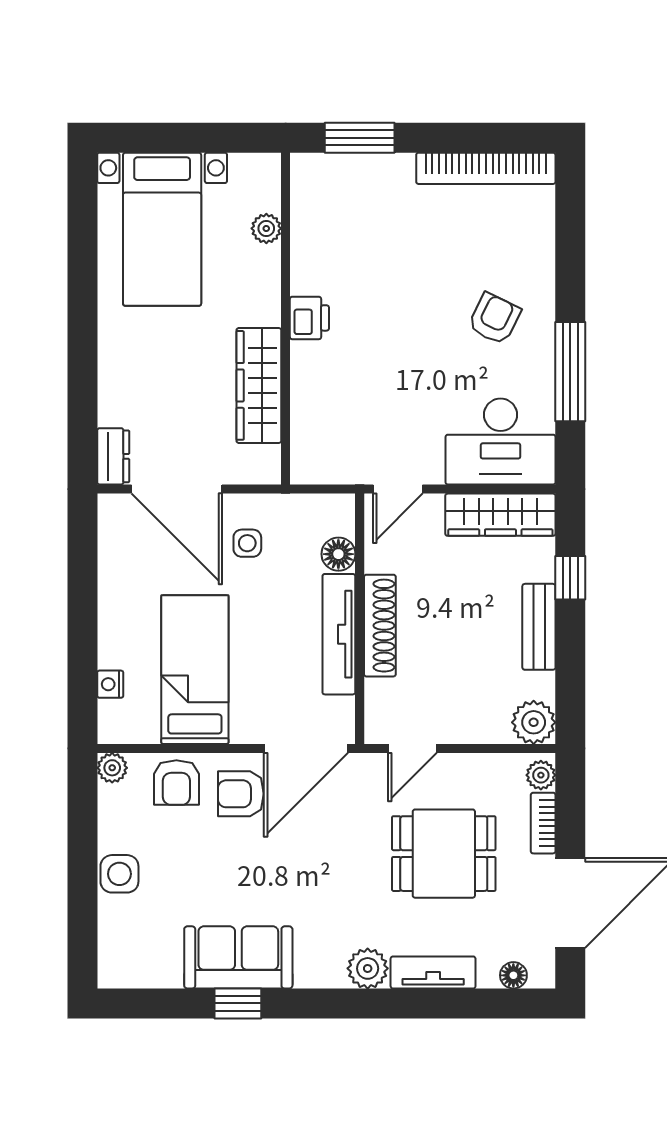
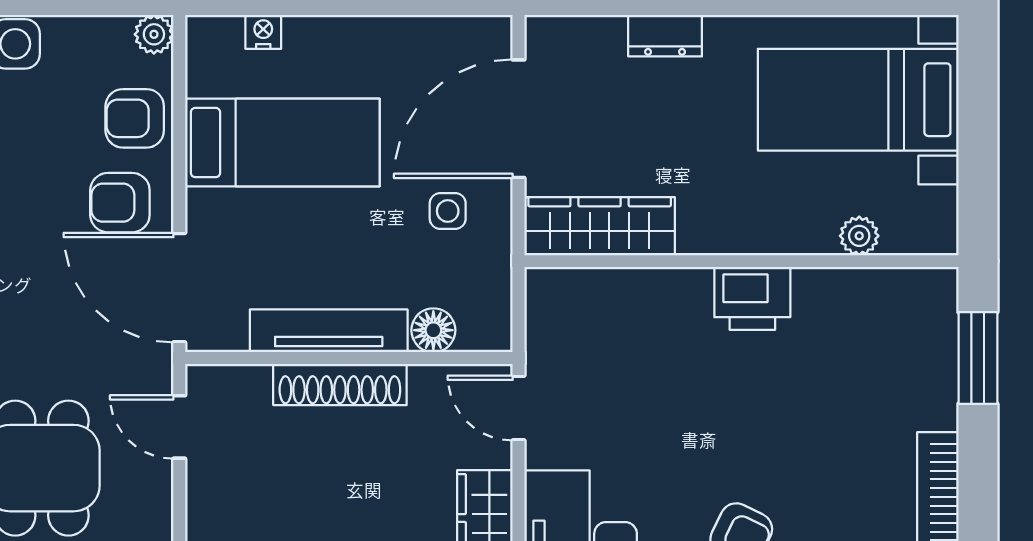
printer: (309, 318) -> (752, 298), width x1.36, depth x1.24
wardrobe: (259, 385) -> (600, 226), moved
dresser: (113, 456) -> (665, 36), moved
armchair: (241, 794) -> (120, 203), turned -90

